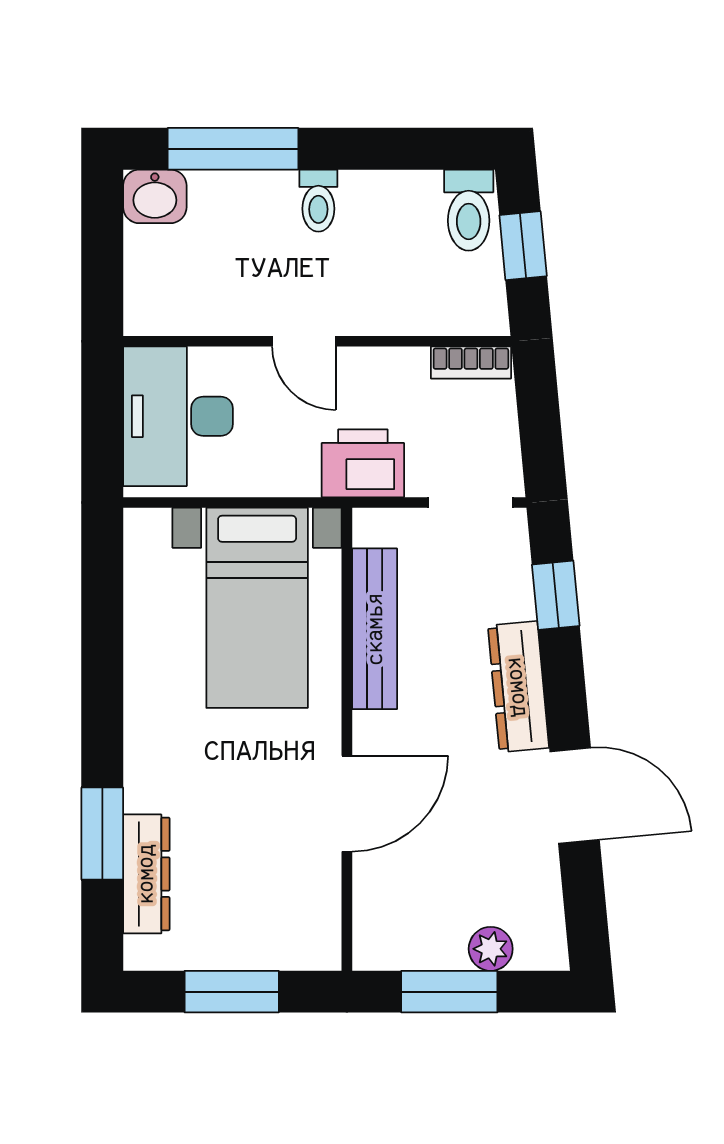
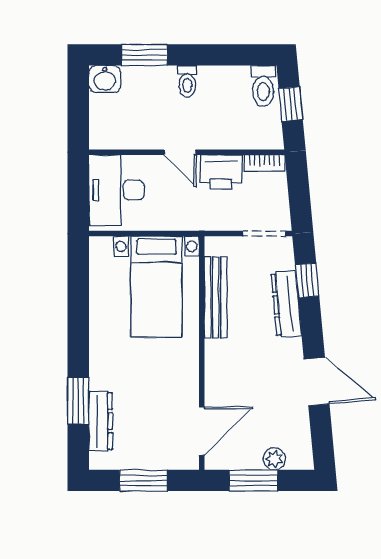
window: (233, 149) -> (144, 55), width x0.69
printer: (363, 463) -> (221, 172), moved, turned 180
dresser: (518, 687) -> (286, 304), moved
door: (347, 804) -> (202, 431), moved

